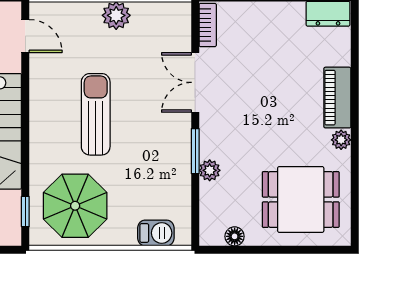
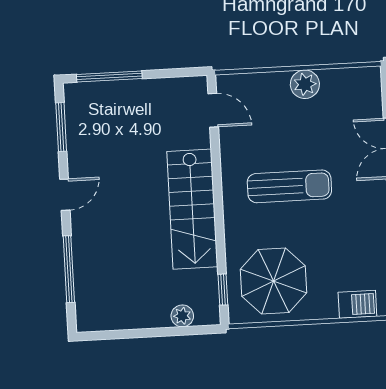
sun lounger: (96, 114) -> (289, 186), turned 90

